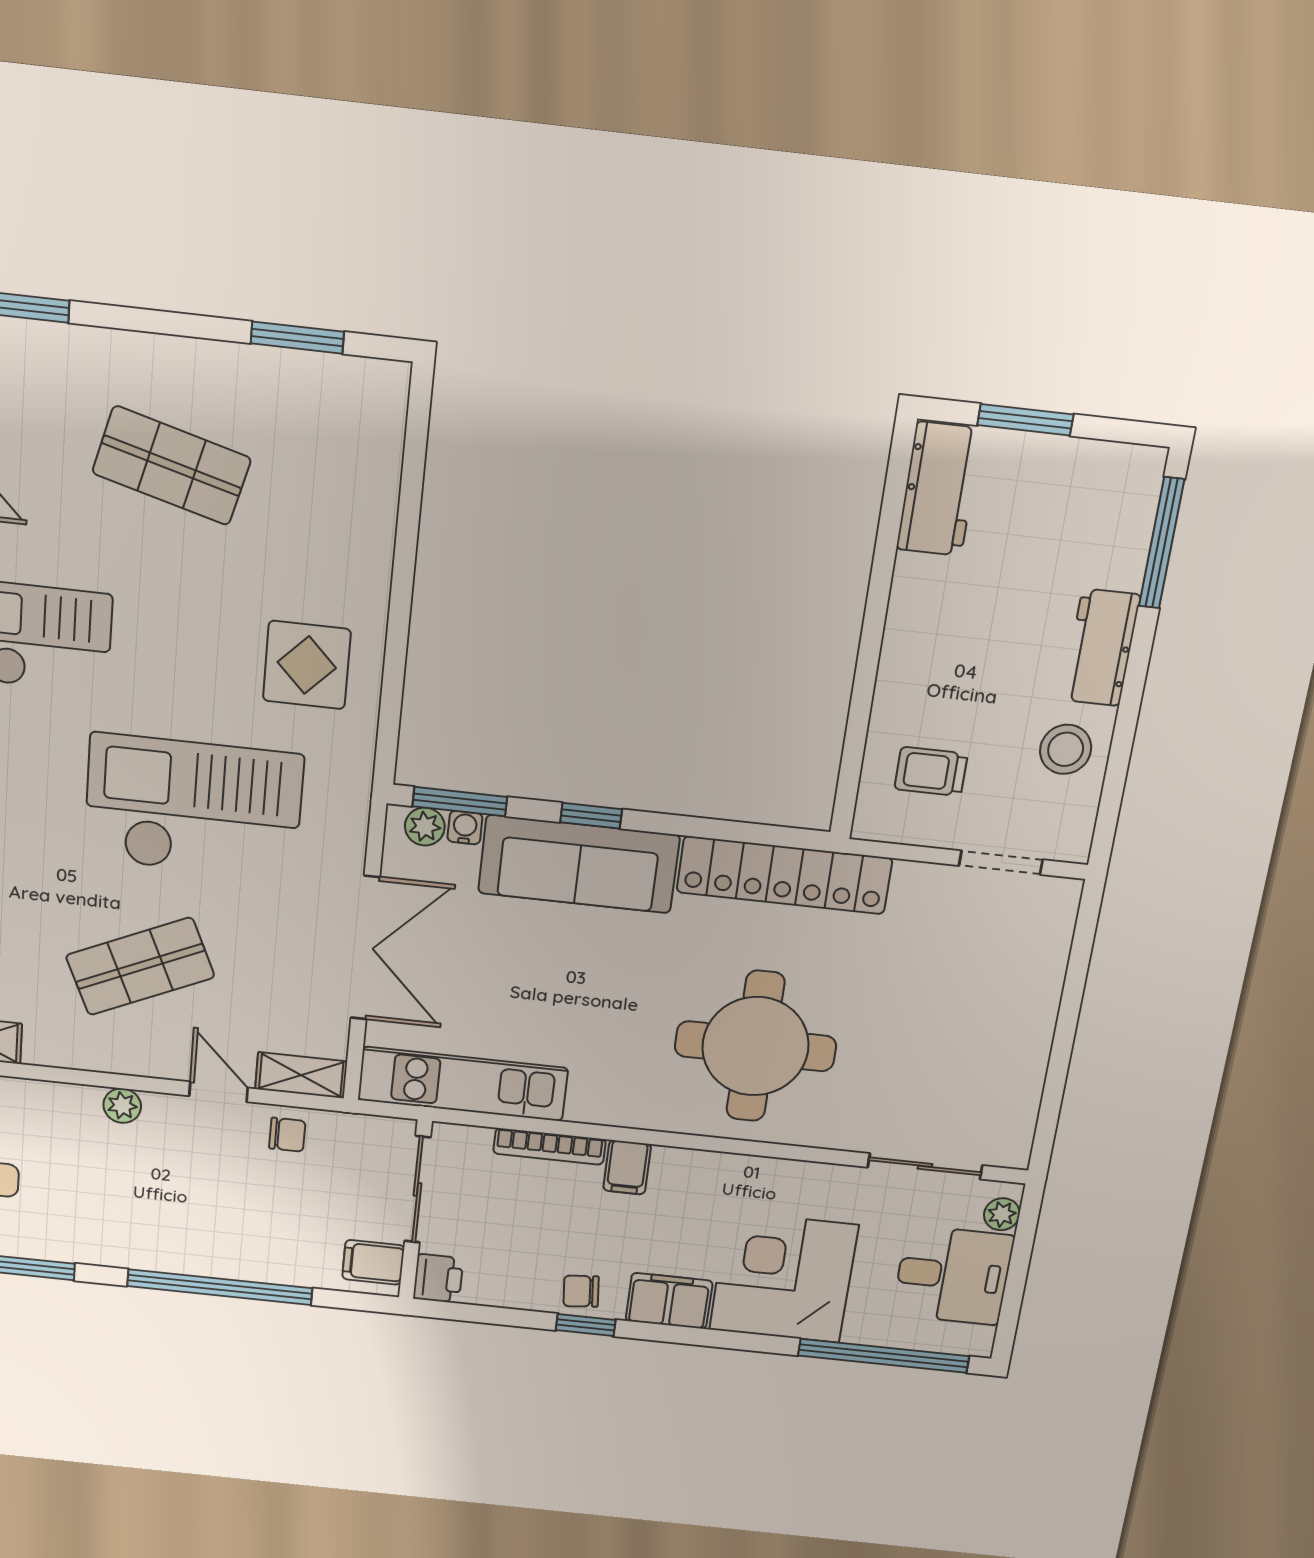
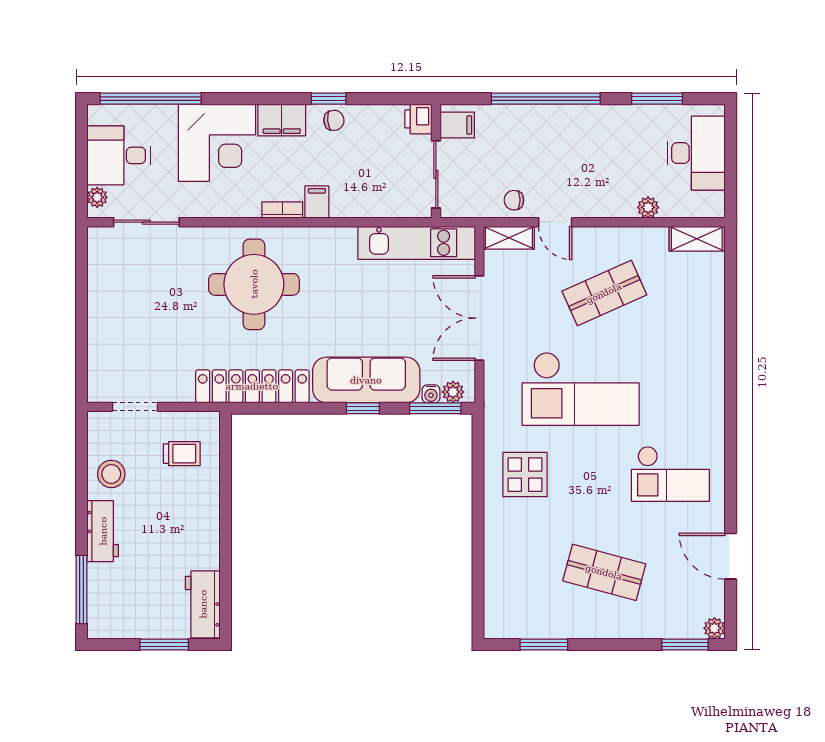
plant: (122, 1106) -> (648, 207), moved
bookcase: (549, 1146) -> (282, 210), moved, width x0.64

